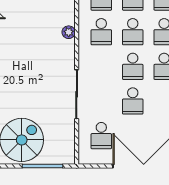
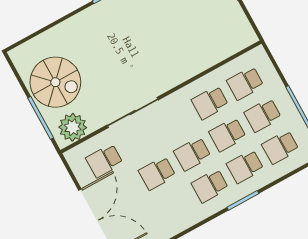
plant: (69, 32) -> (73, 127), moved, width x1.88, depth x1.88

